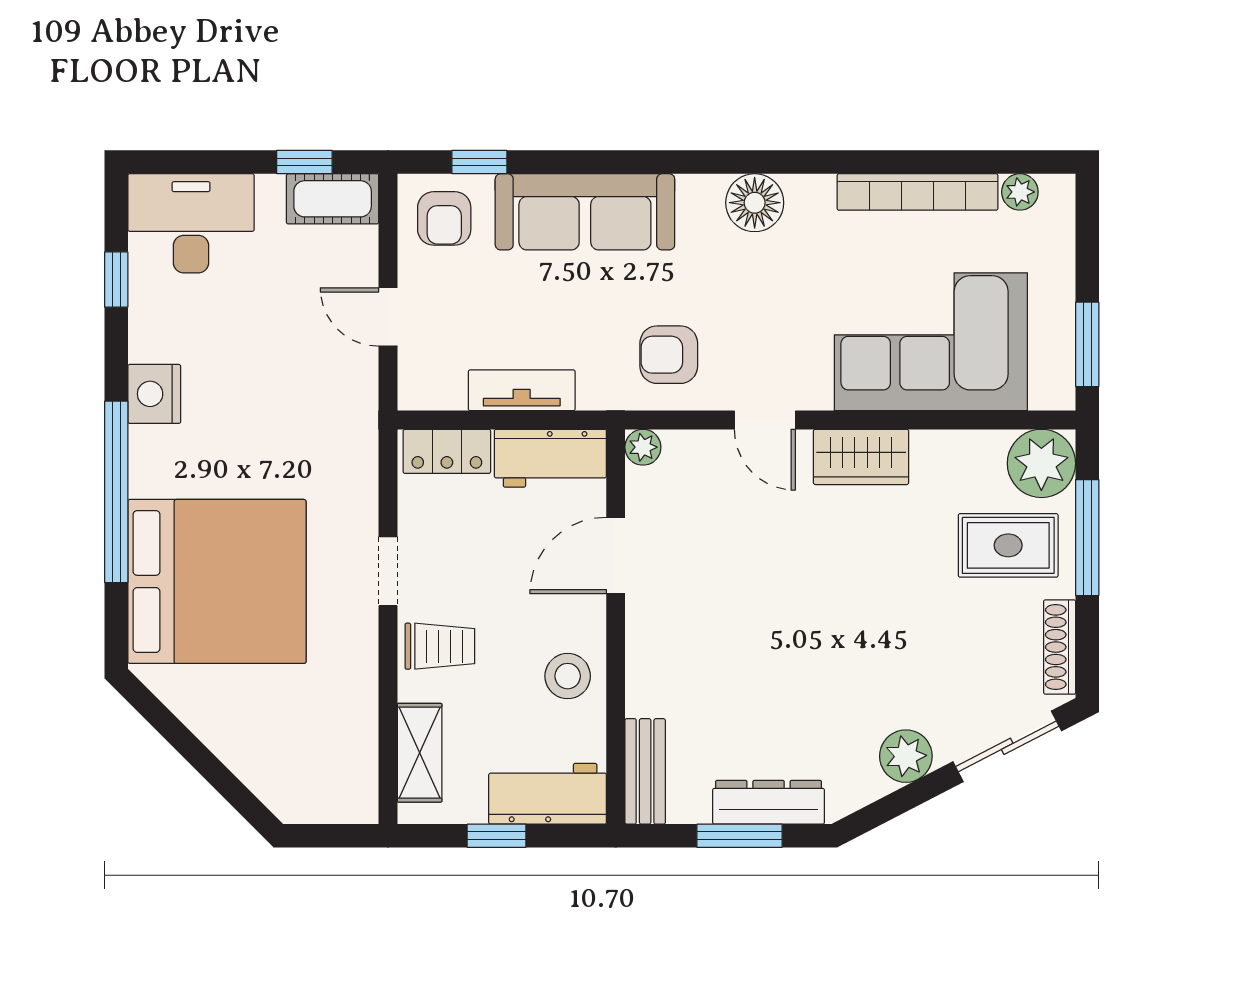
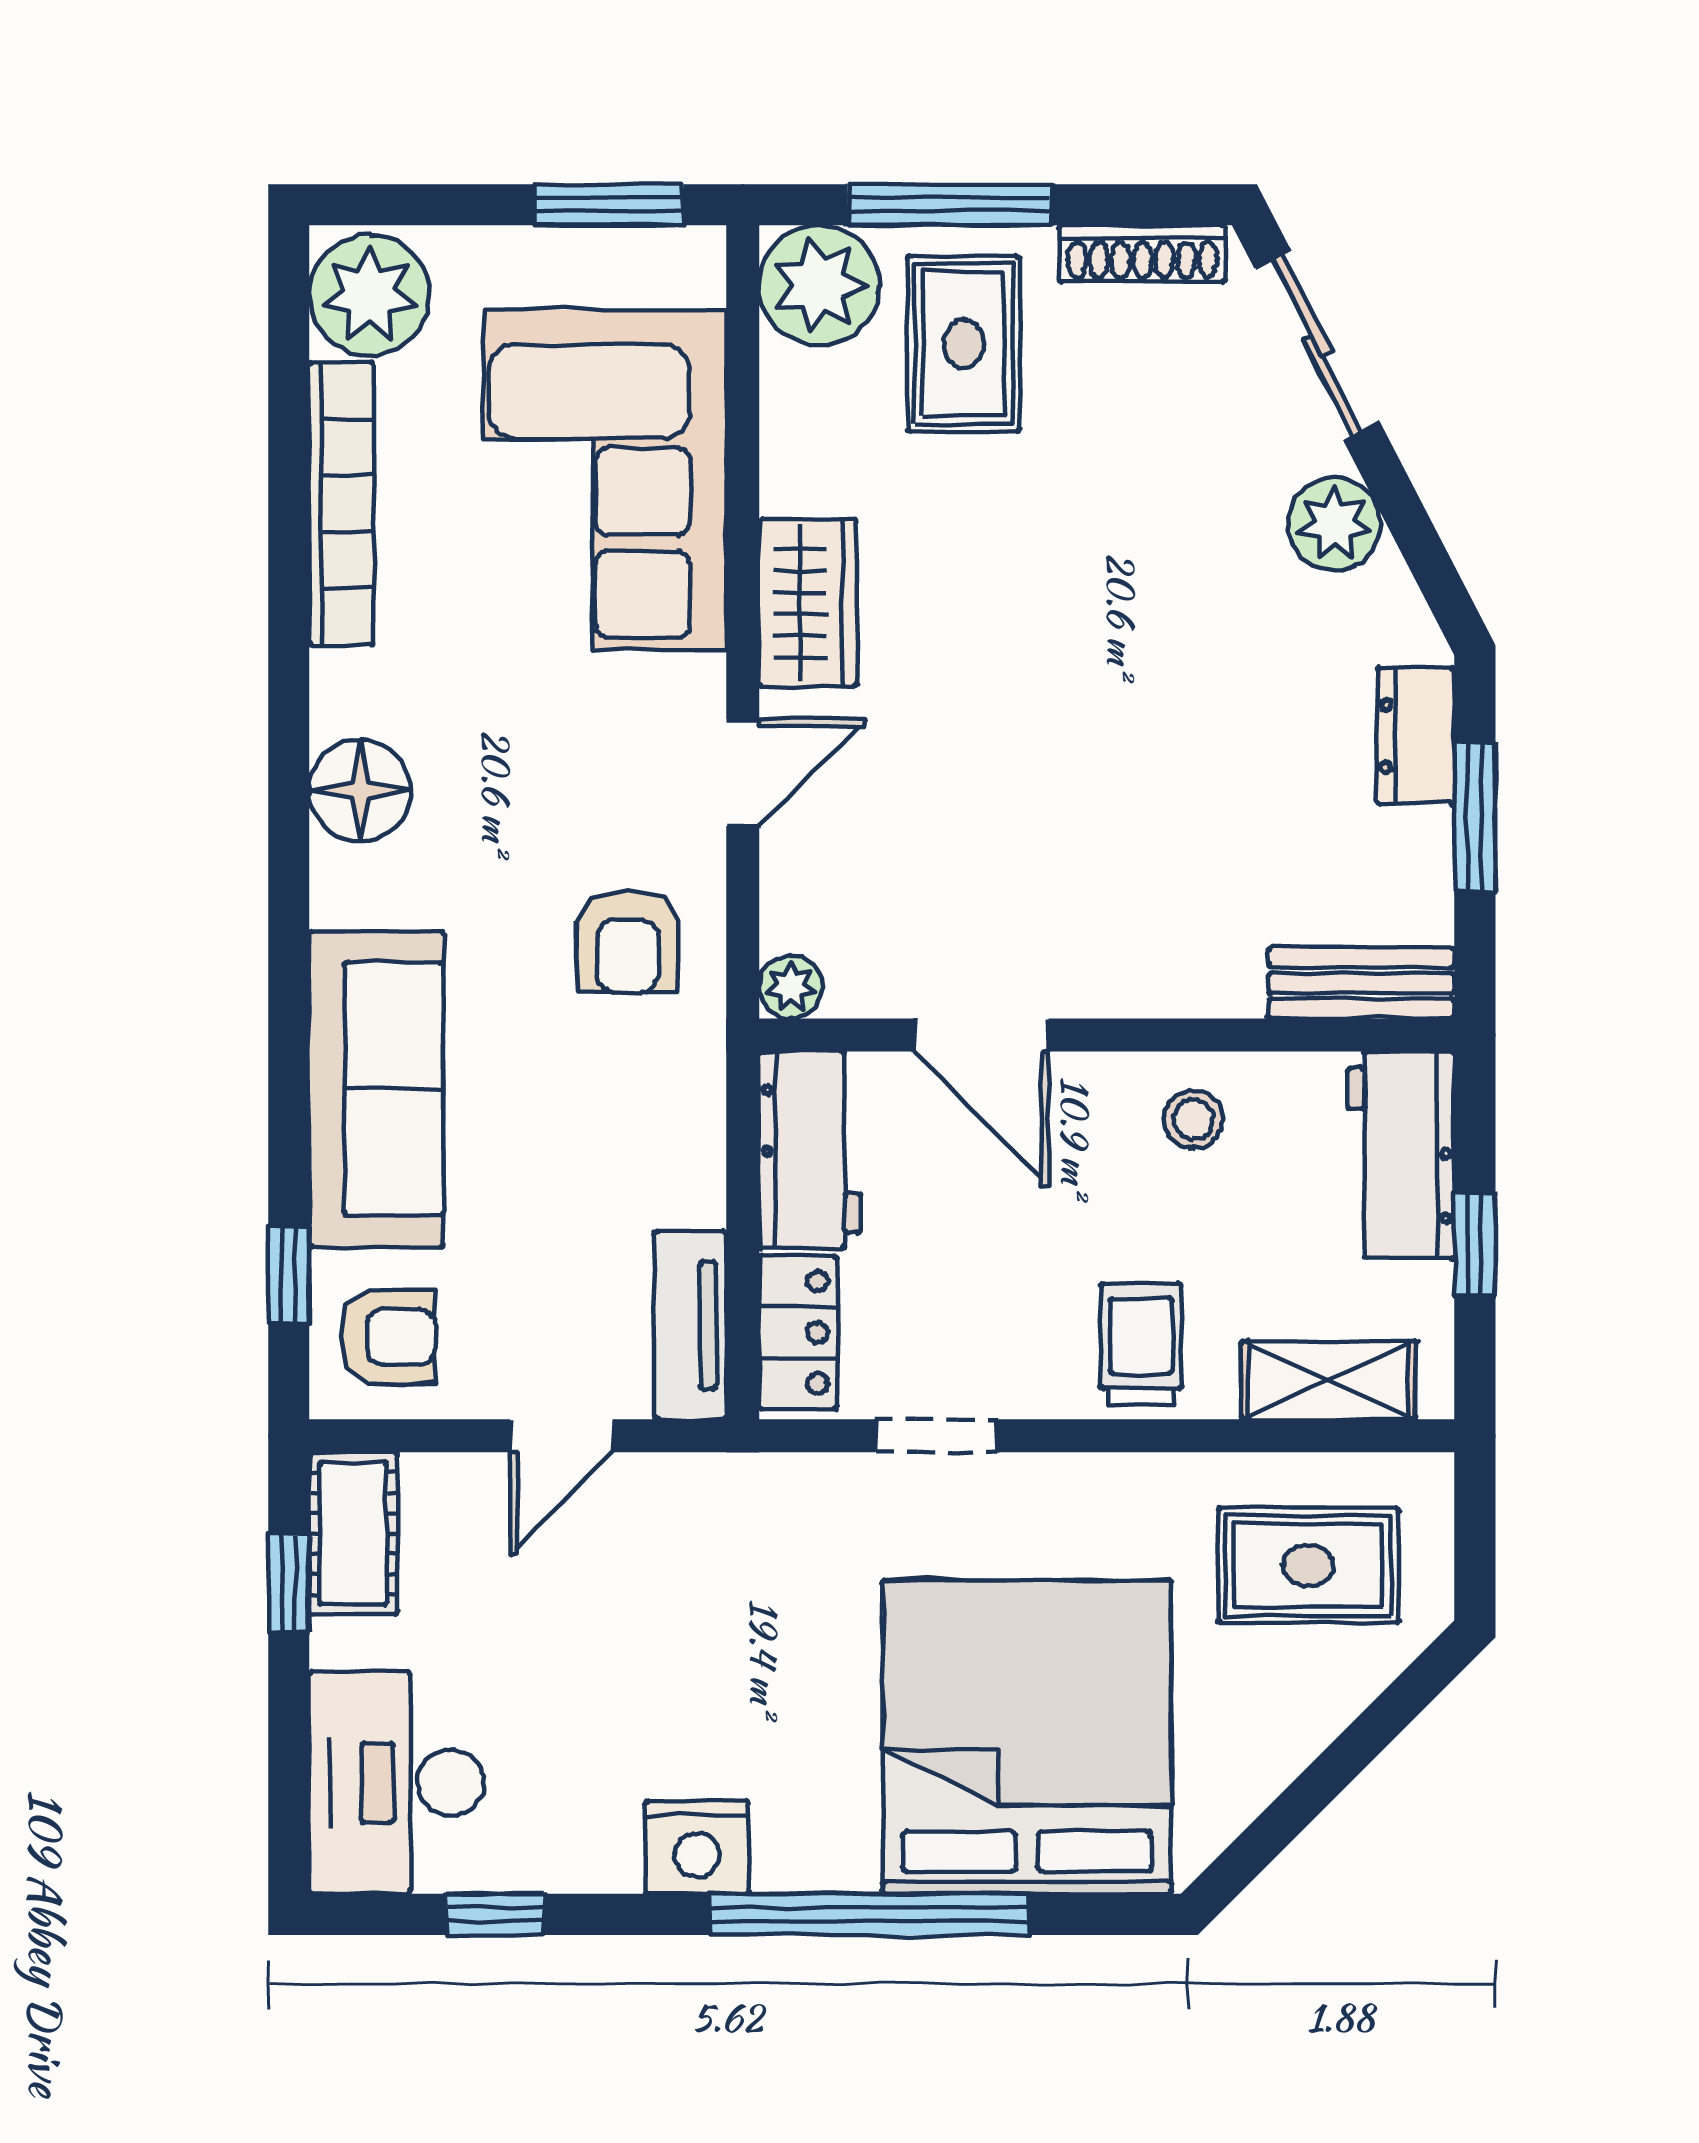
plant: (1020, 192) -> (369, 295), width x1.88, depth x1.88
tv unit: (522, 390) -> (690, 1325), moved
doorway: (388, 571) -> (936, 1436), moved
stool: (568, 676) -> (1194, 1120), width x0.73, depth x0.73
rug: (314, 741) -> (1308, 1565), added
dresser: (769, 802) -> (1416, 736), width x0.70

